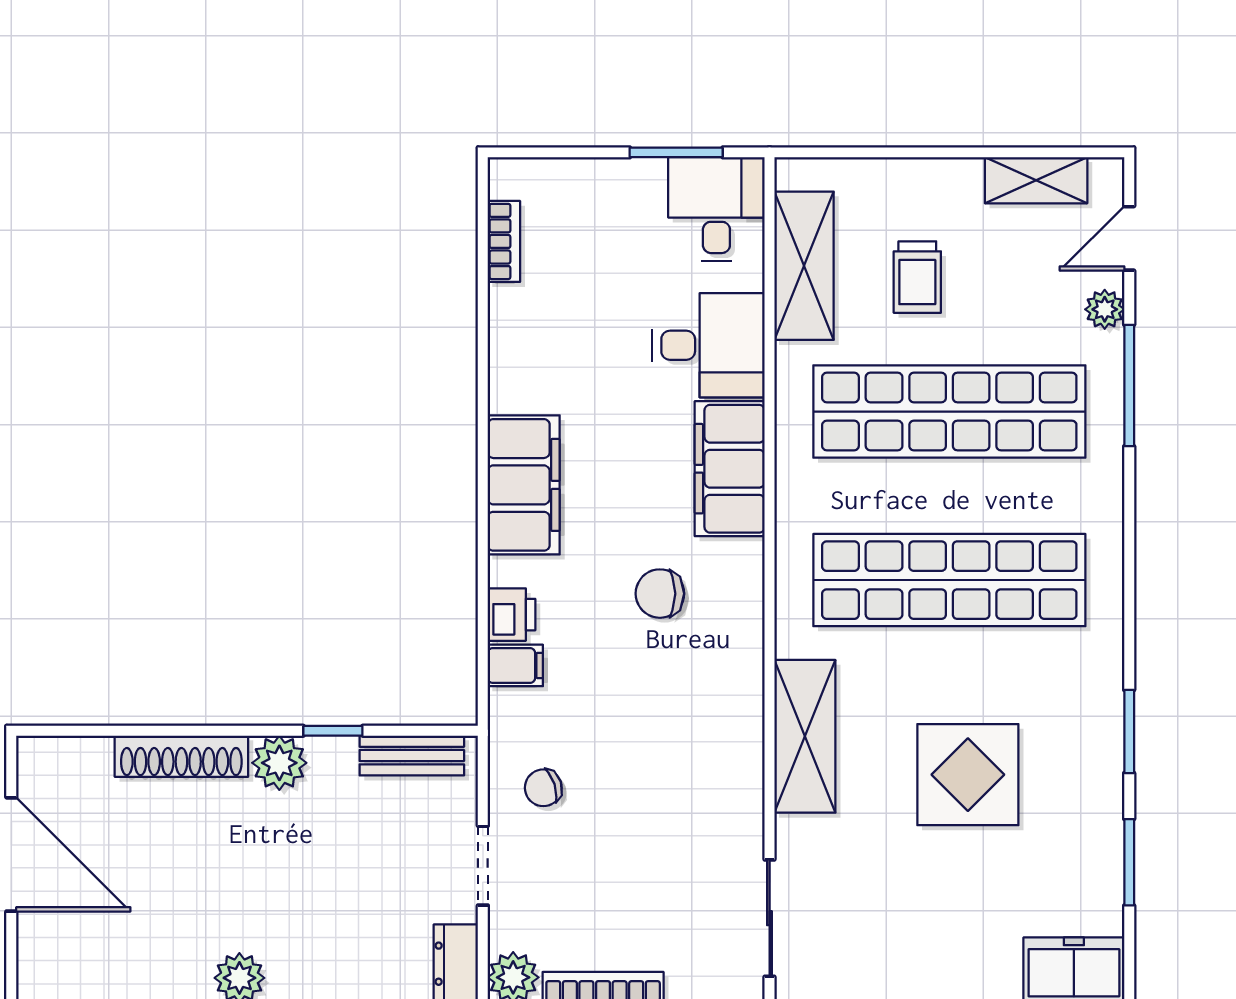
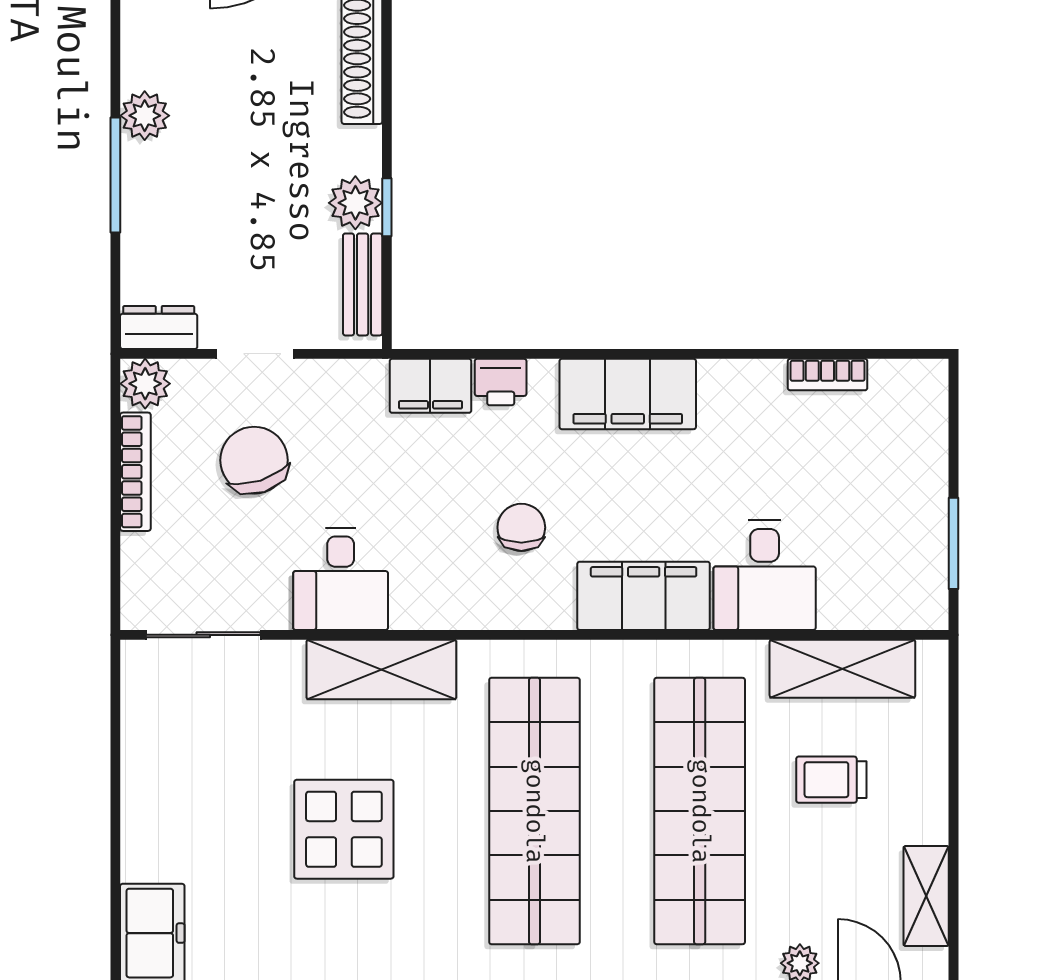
desk: (716, 209) -> (341, 579), moved, turned 90
bookcase: (504, 241) -> (828, 375), moved
filing cabinet: (515, 665) -> (430, 386), width x2.00
plant: (279, 763) -> (355, 203), moved
chair: (543, 788) -> (254, 460), moved, width x1.87, depth x1.87

